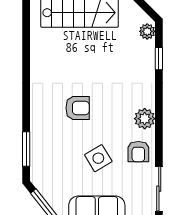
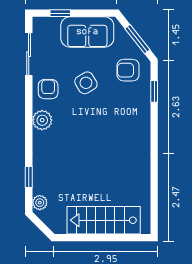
armchair: (78, 108) -> (128, 70), moved
window: (26, 149) -> (154, 91), width x0.67

